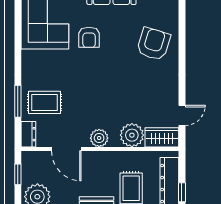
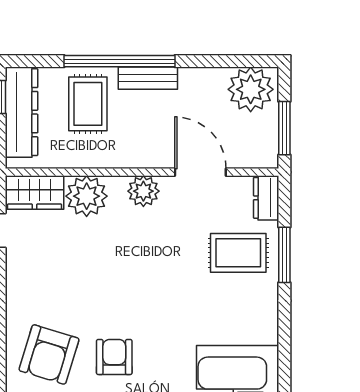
armchair: (89, 37) -> (114, 357), moved
window: (18, 174) -> (284, 128), width x1.50

